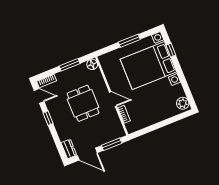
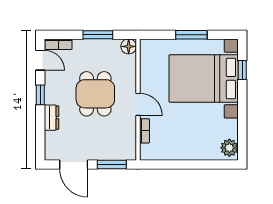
dresser: (69, 149) -> (51, 118), moved

